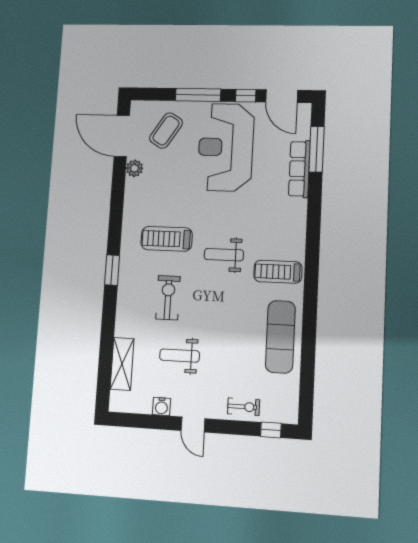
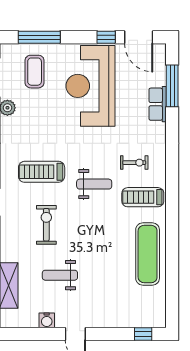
window: (198, 95) -> (39, 37), moved
coffee table: (166, 131) -> (35, 72), turned -32
row of seats: (299, 169) -> (158, 104), width x0.68
weight bench: (224, 255) -> (94, 184), turned 180
exercise bike: (244, 407) -> (134, 163), moved

